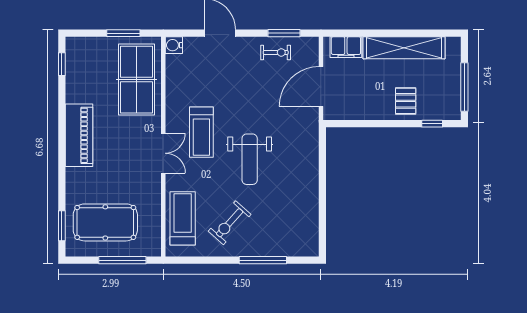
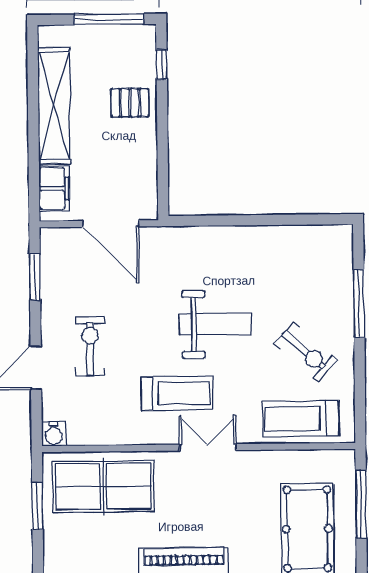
exercise bike: (276, 52) -> (90, 346), moved, width x1.38, depth x1.39

